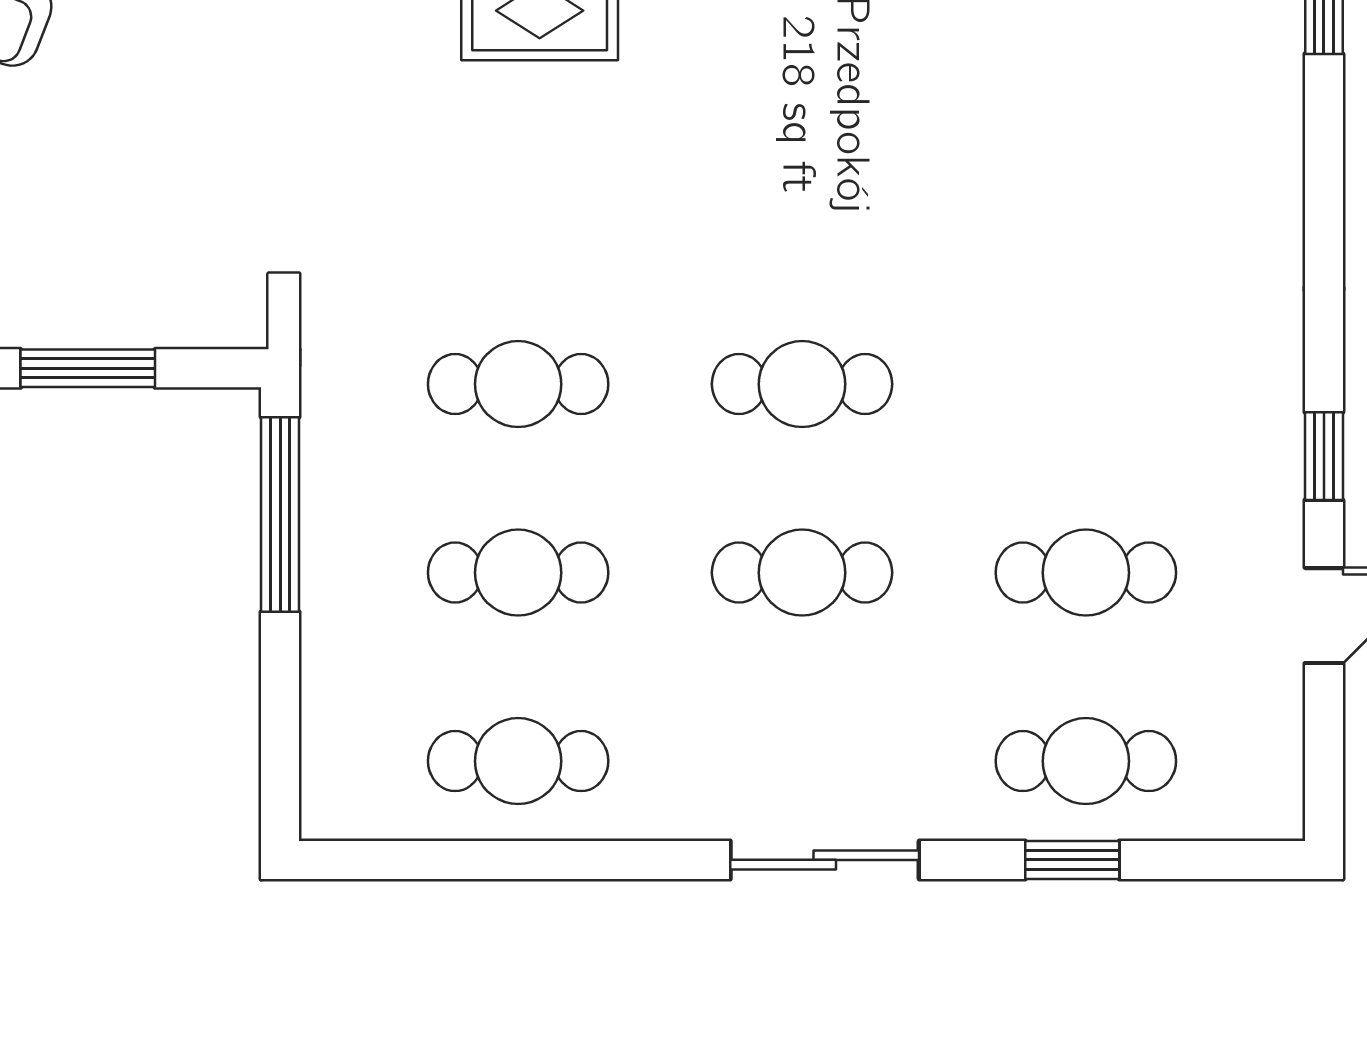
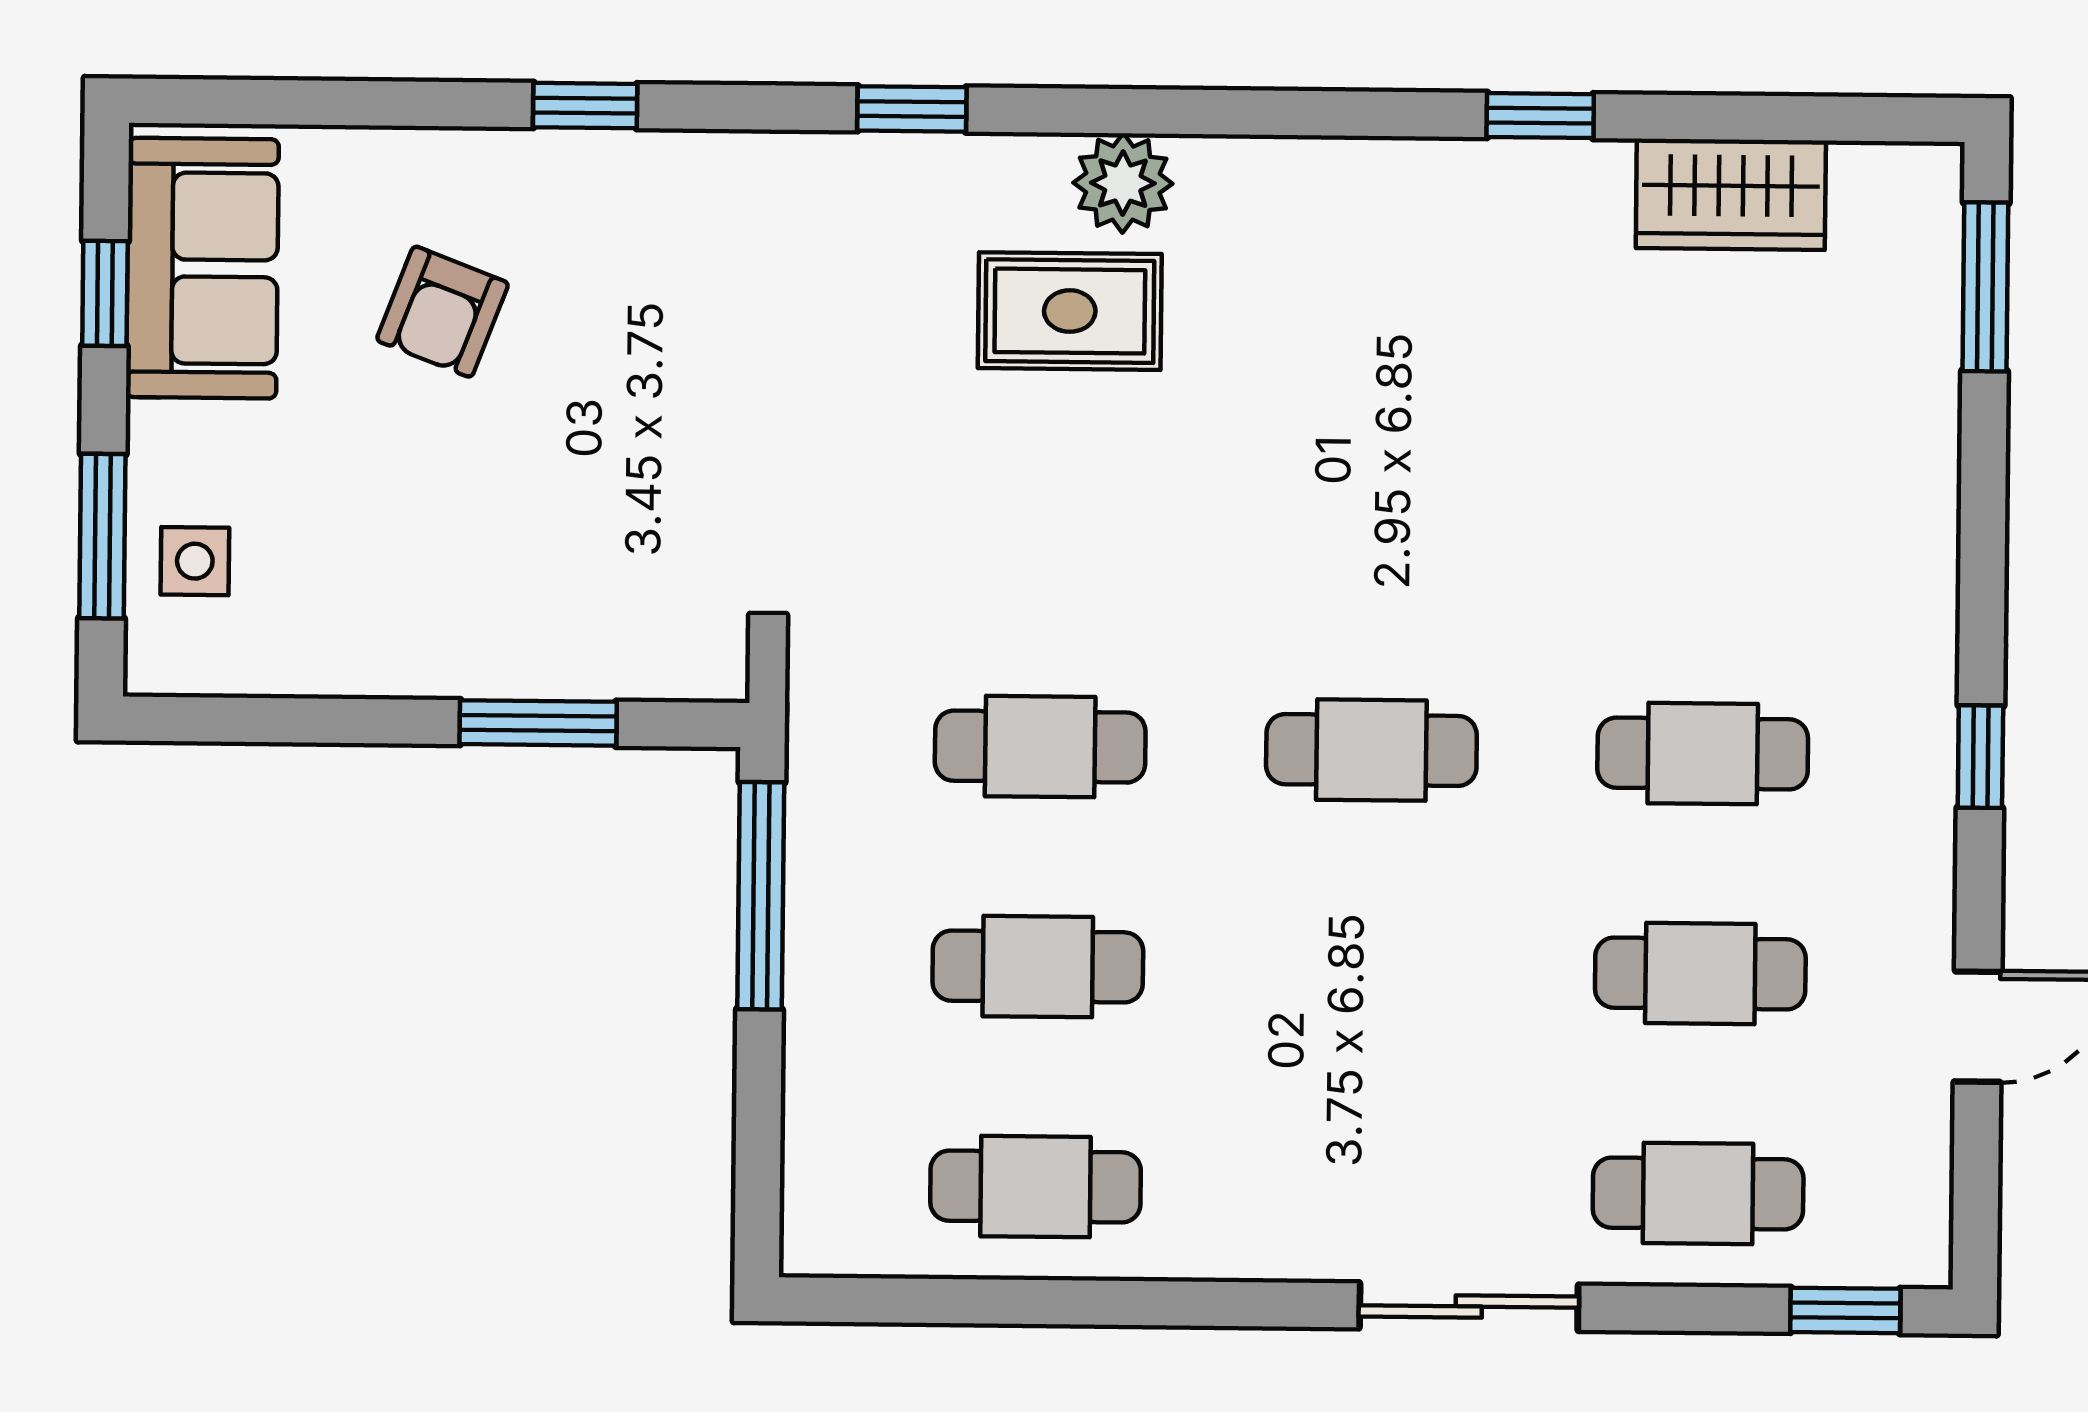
window: (1324, 456) -> (1980, 757), moved
cafe table: (802, 573) -> (1703, 754), moved
sliding door: (825, 860) -> (1469, 1307), moved
window: (1072, 860) -> (1845, 1310), moved

